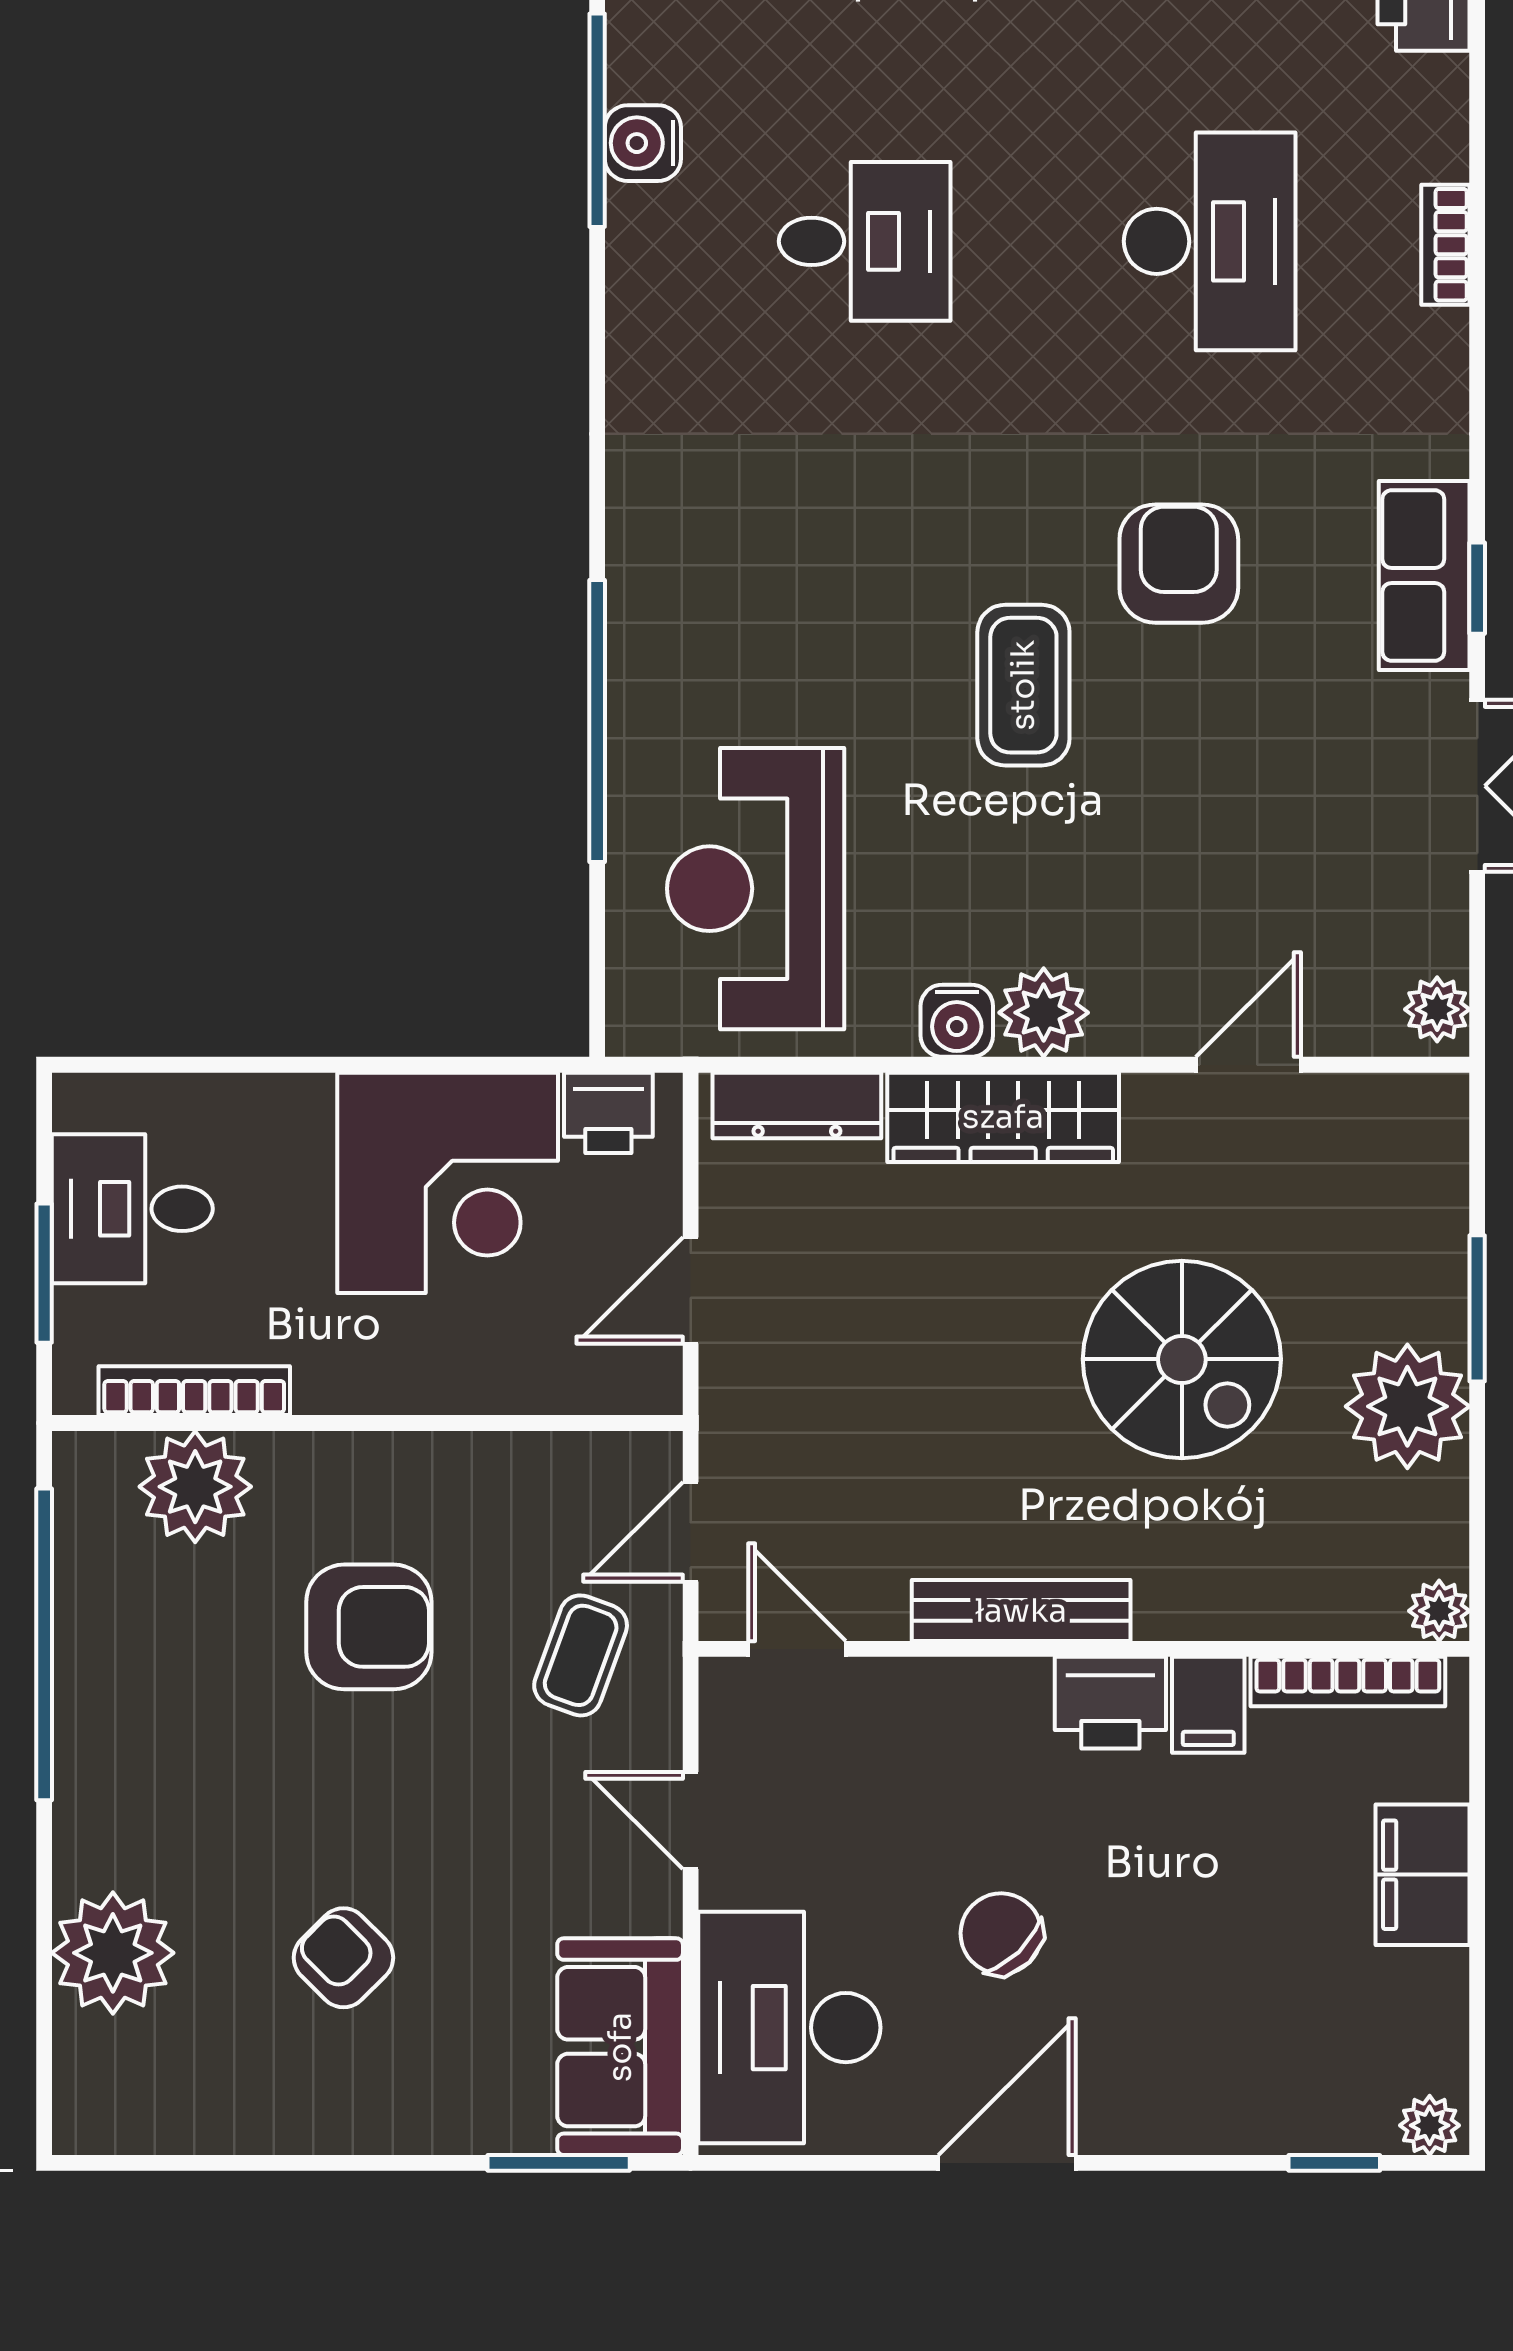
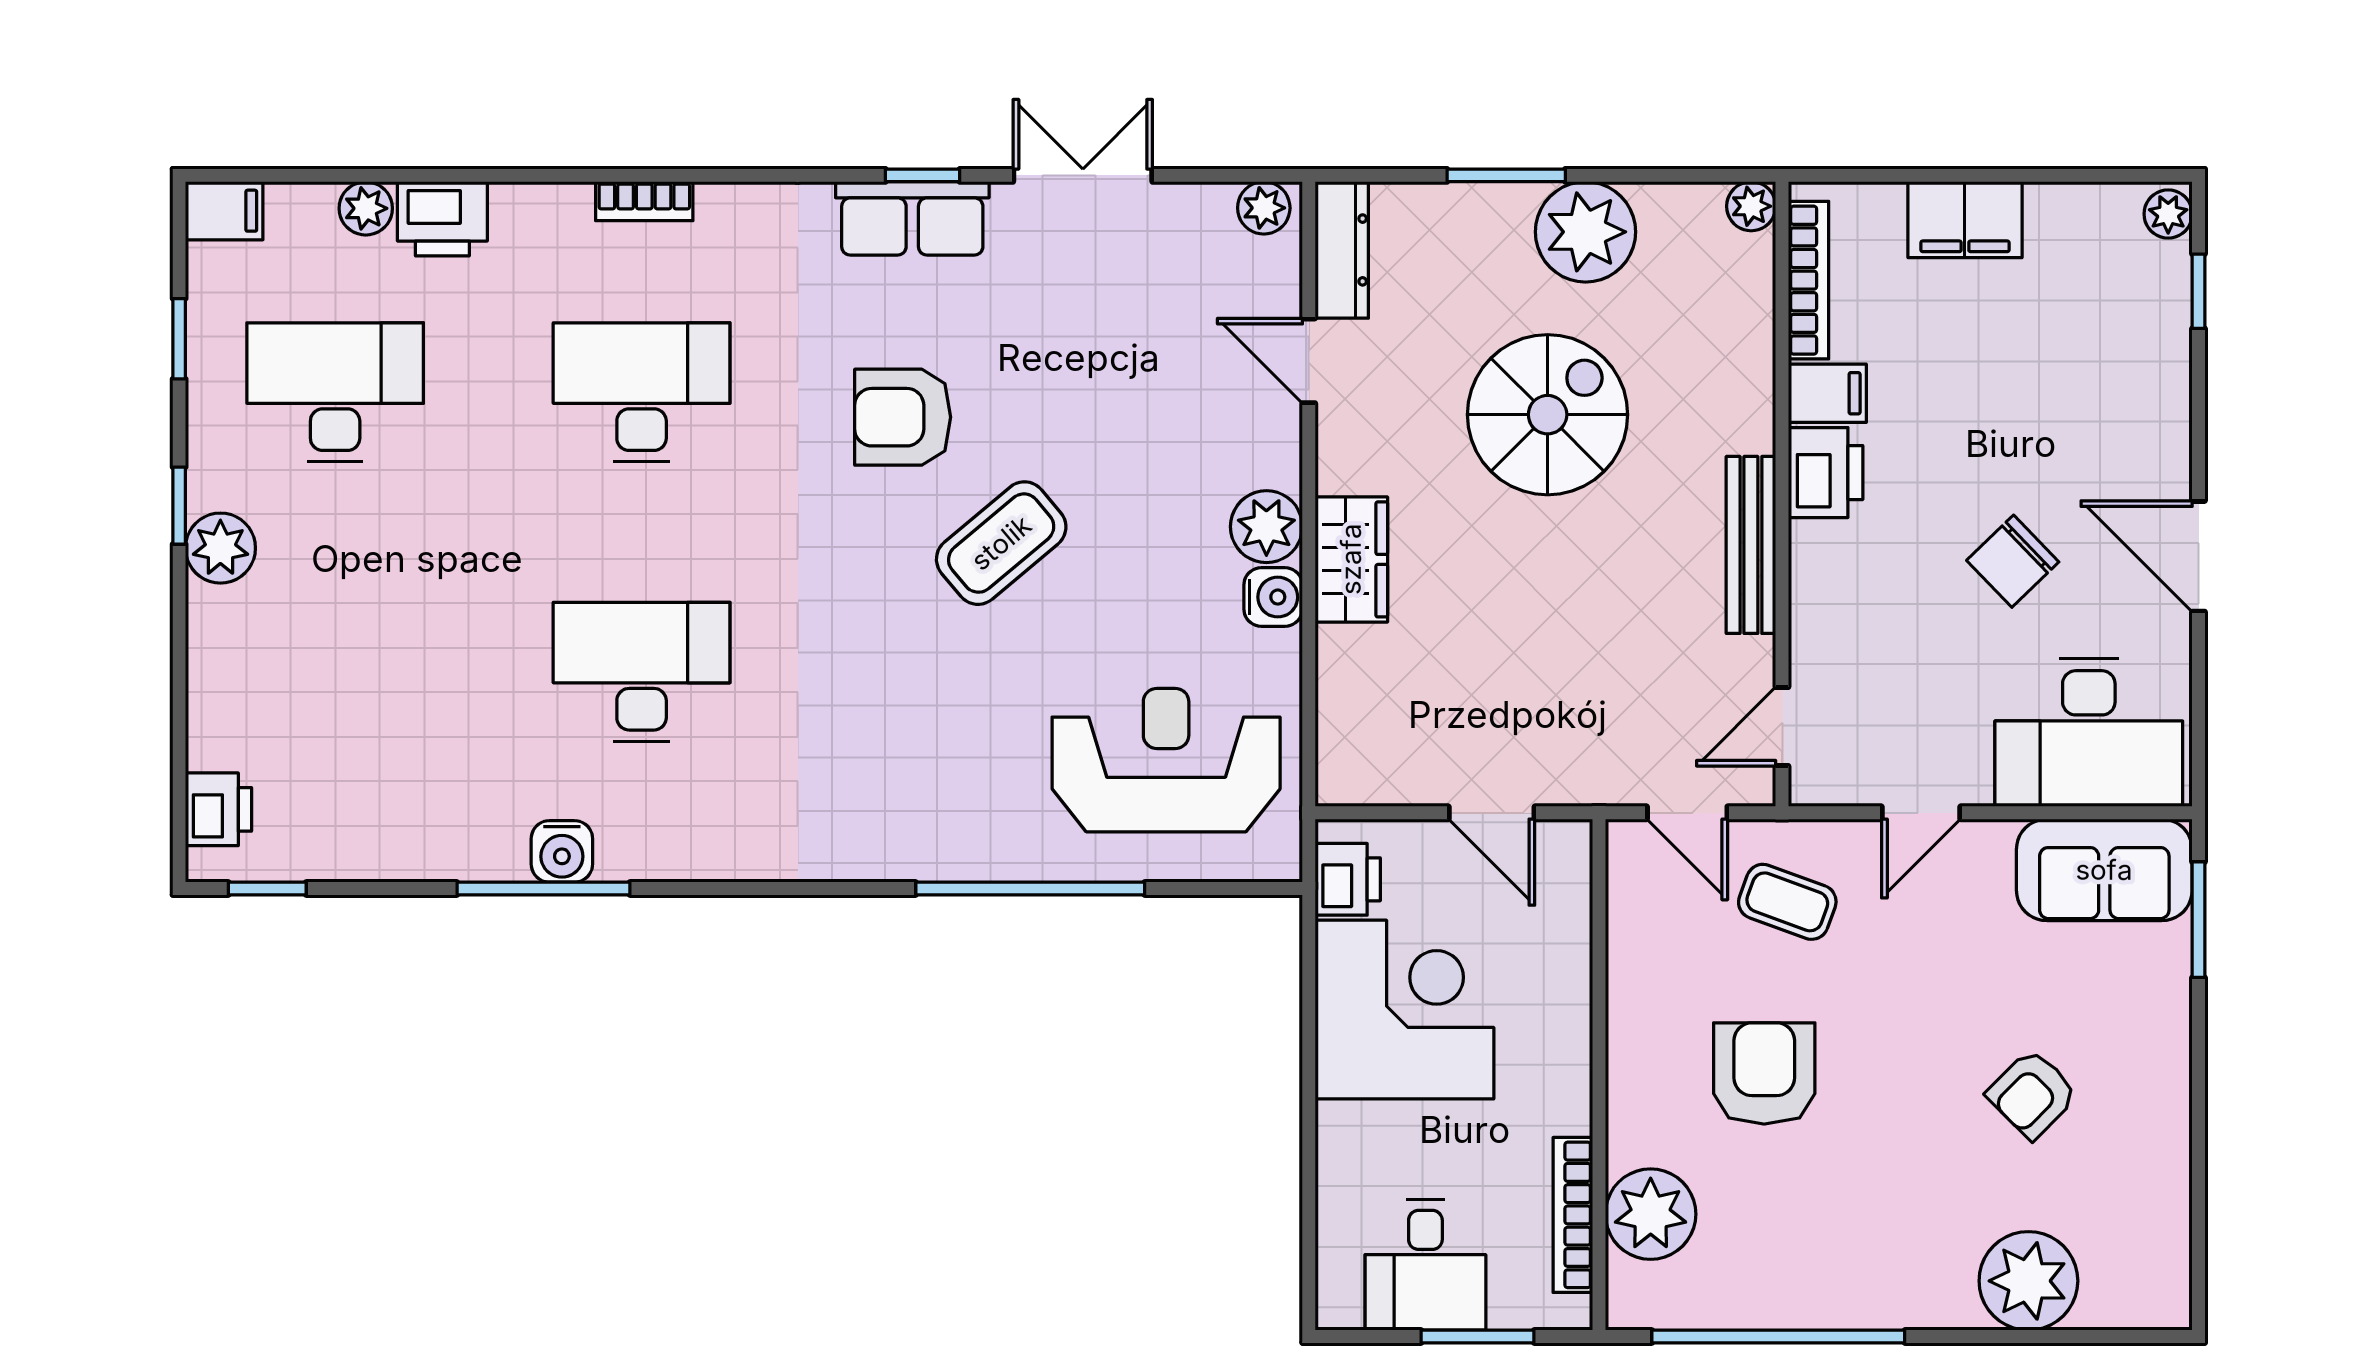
desk: (865, 241) -> (642, 672), width x1.37
coffee table: (1023, 685) -> (1001, 543), turned -40
reception desk: (756, 889) -> (1166, 760), turned 180
dresser: (797, 1105) -> (1342, 250), moved
wardrobe: (1003, 1117) -> (1351, 559), width x0.67

